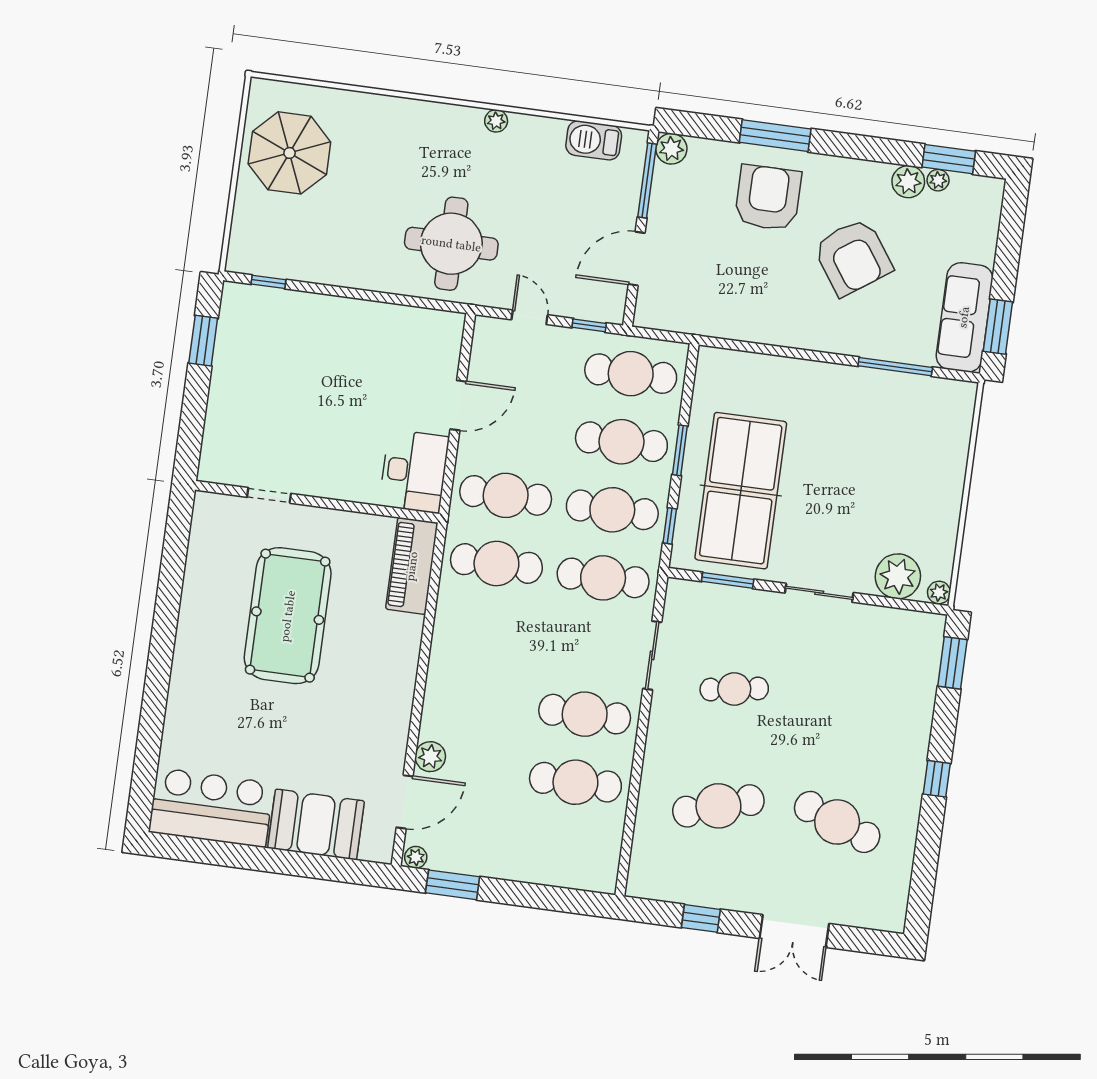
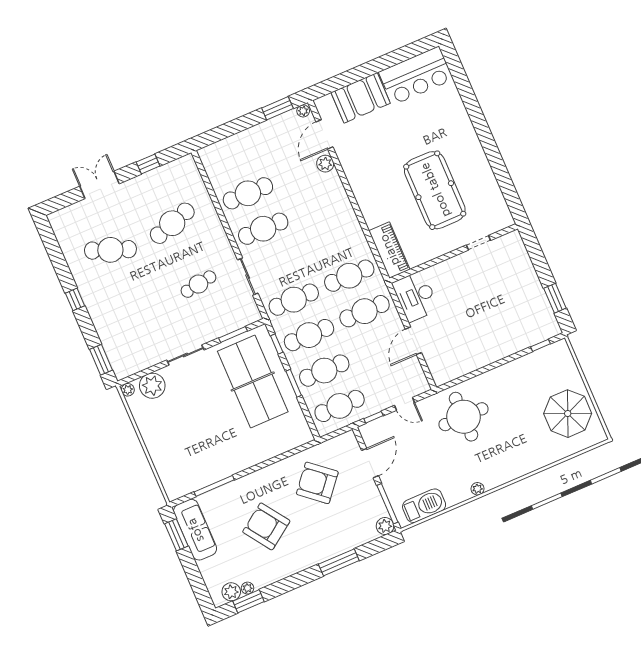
barbecue: (594, 140) -> (424, 506), width x1.37, depth x1.21
plant: (908, 182) -> (231, 592), moved
armchair: (768, 198) -> (317, 483), moved, turned 130

